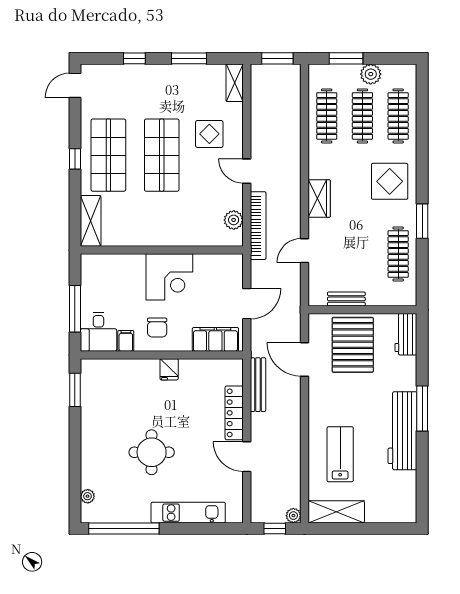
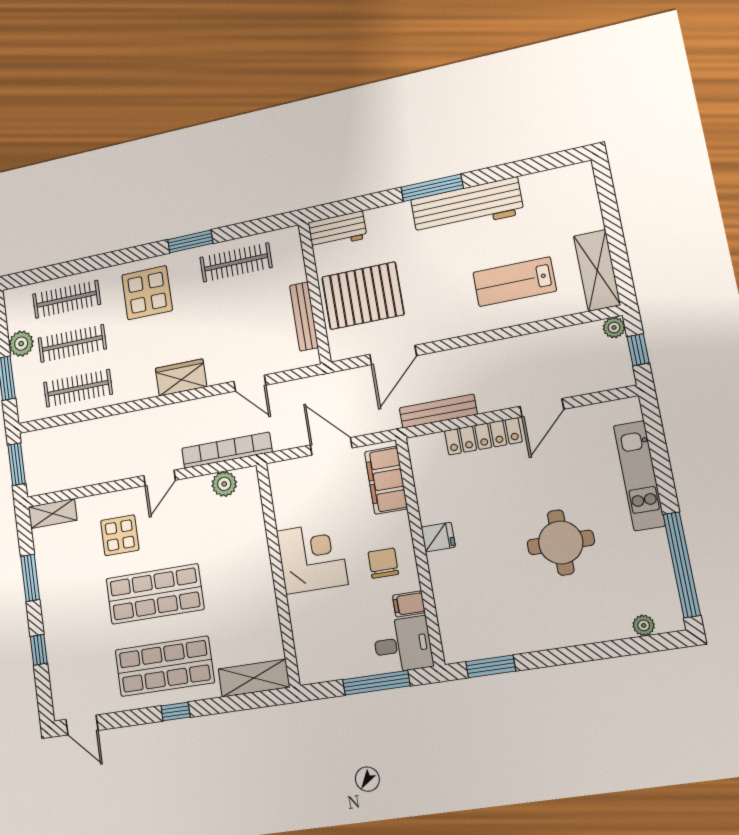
bench: (346, 299) -> (304, 316), width x1.36
chair: (157, 328) -> (383, 563), turned -90

